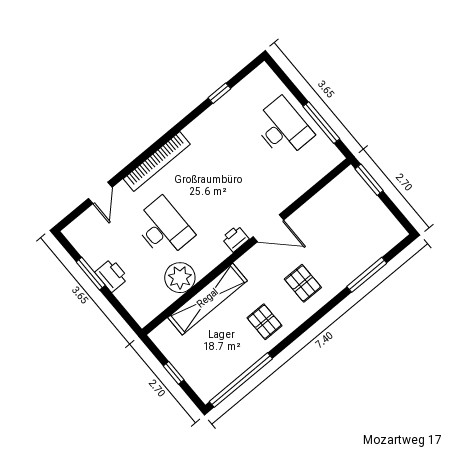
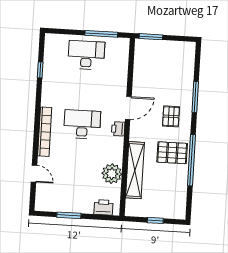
desk: (163, 228) -> (82, 124), moved
printer: (112, 275) -> (103, 207), moved
window: (367, 275) -> (195, 97), moved
pallet: (303, 283) -> (171, 116), turned 90
pallet: (265, 322) -> (172, 153), width x1.50, depth x1.42
window: (241, 380) -> (191, 160), moved

